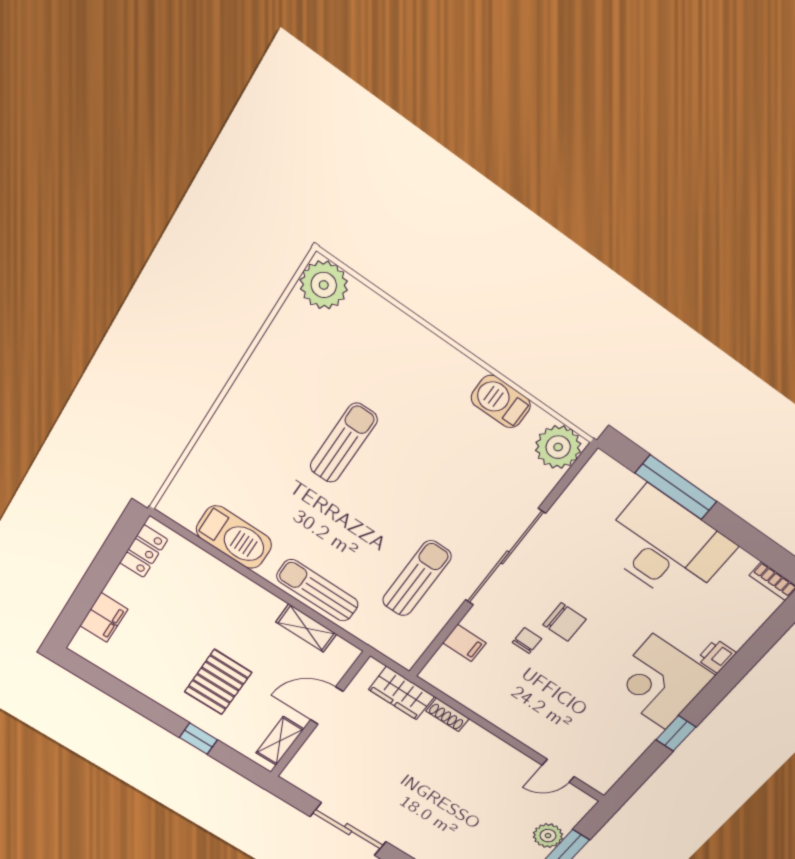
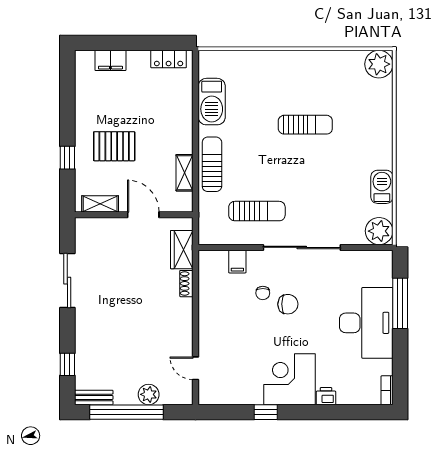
chair: (564, 622) -> (288, 304), turned -90
chair: (527, 641) -> (263, 293), turned 90

